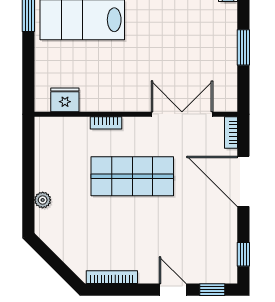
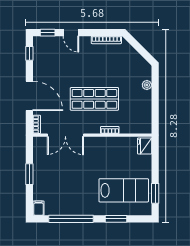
fridge: (65, 100) -> (145, 146), moved, turned 90

